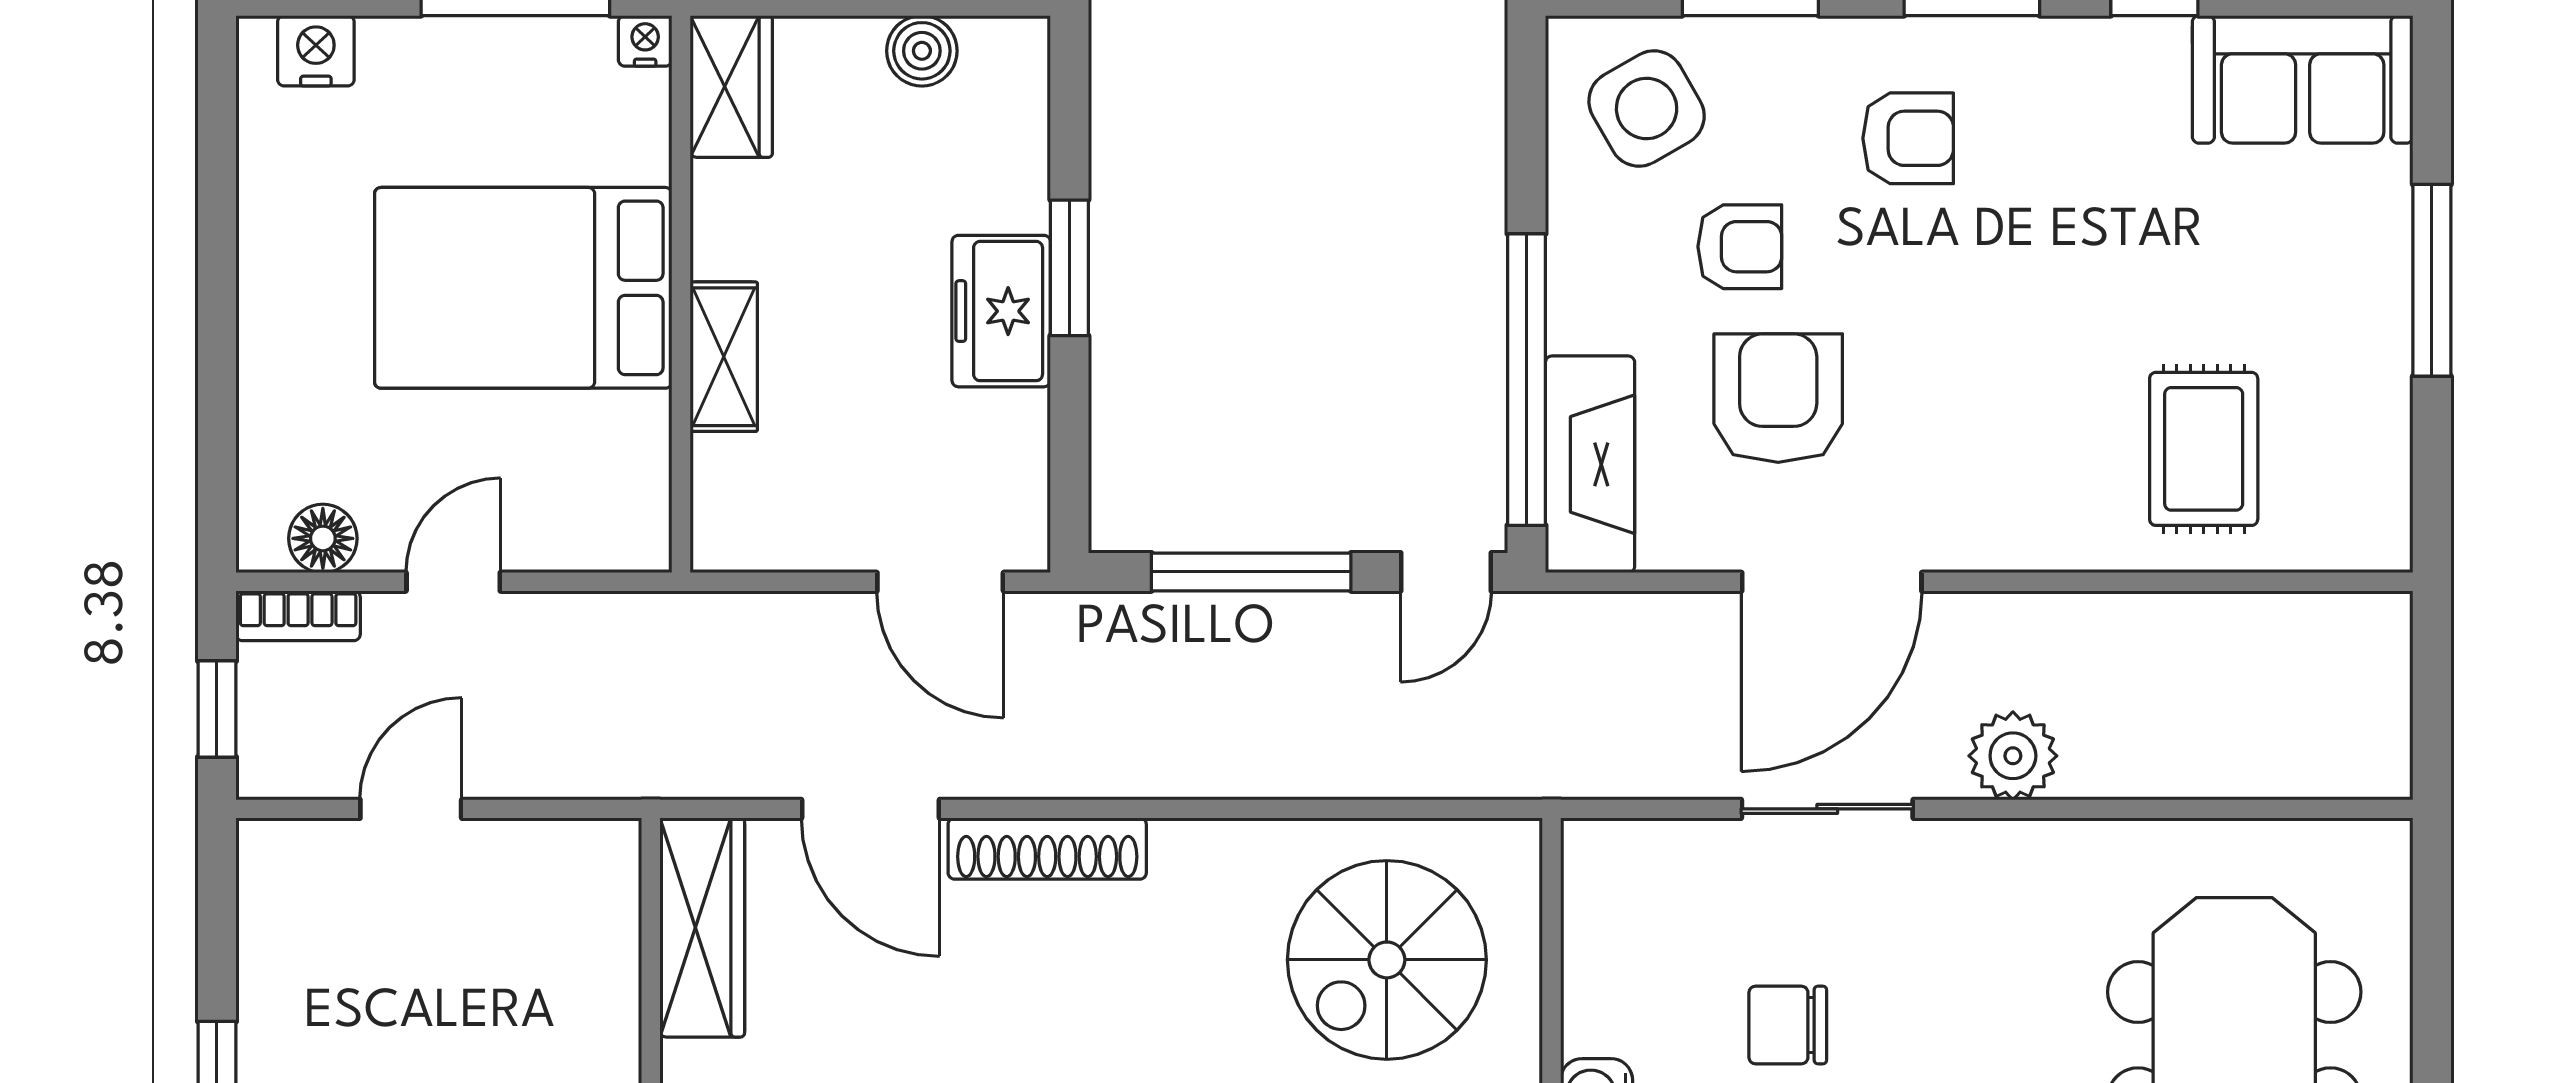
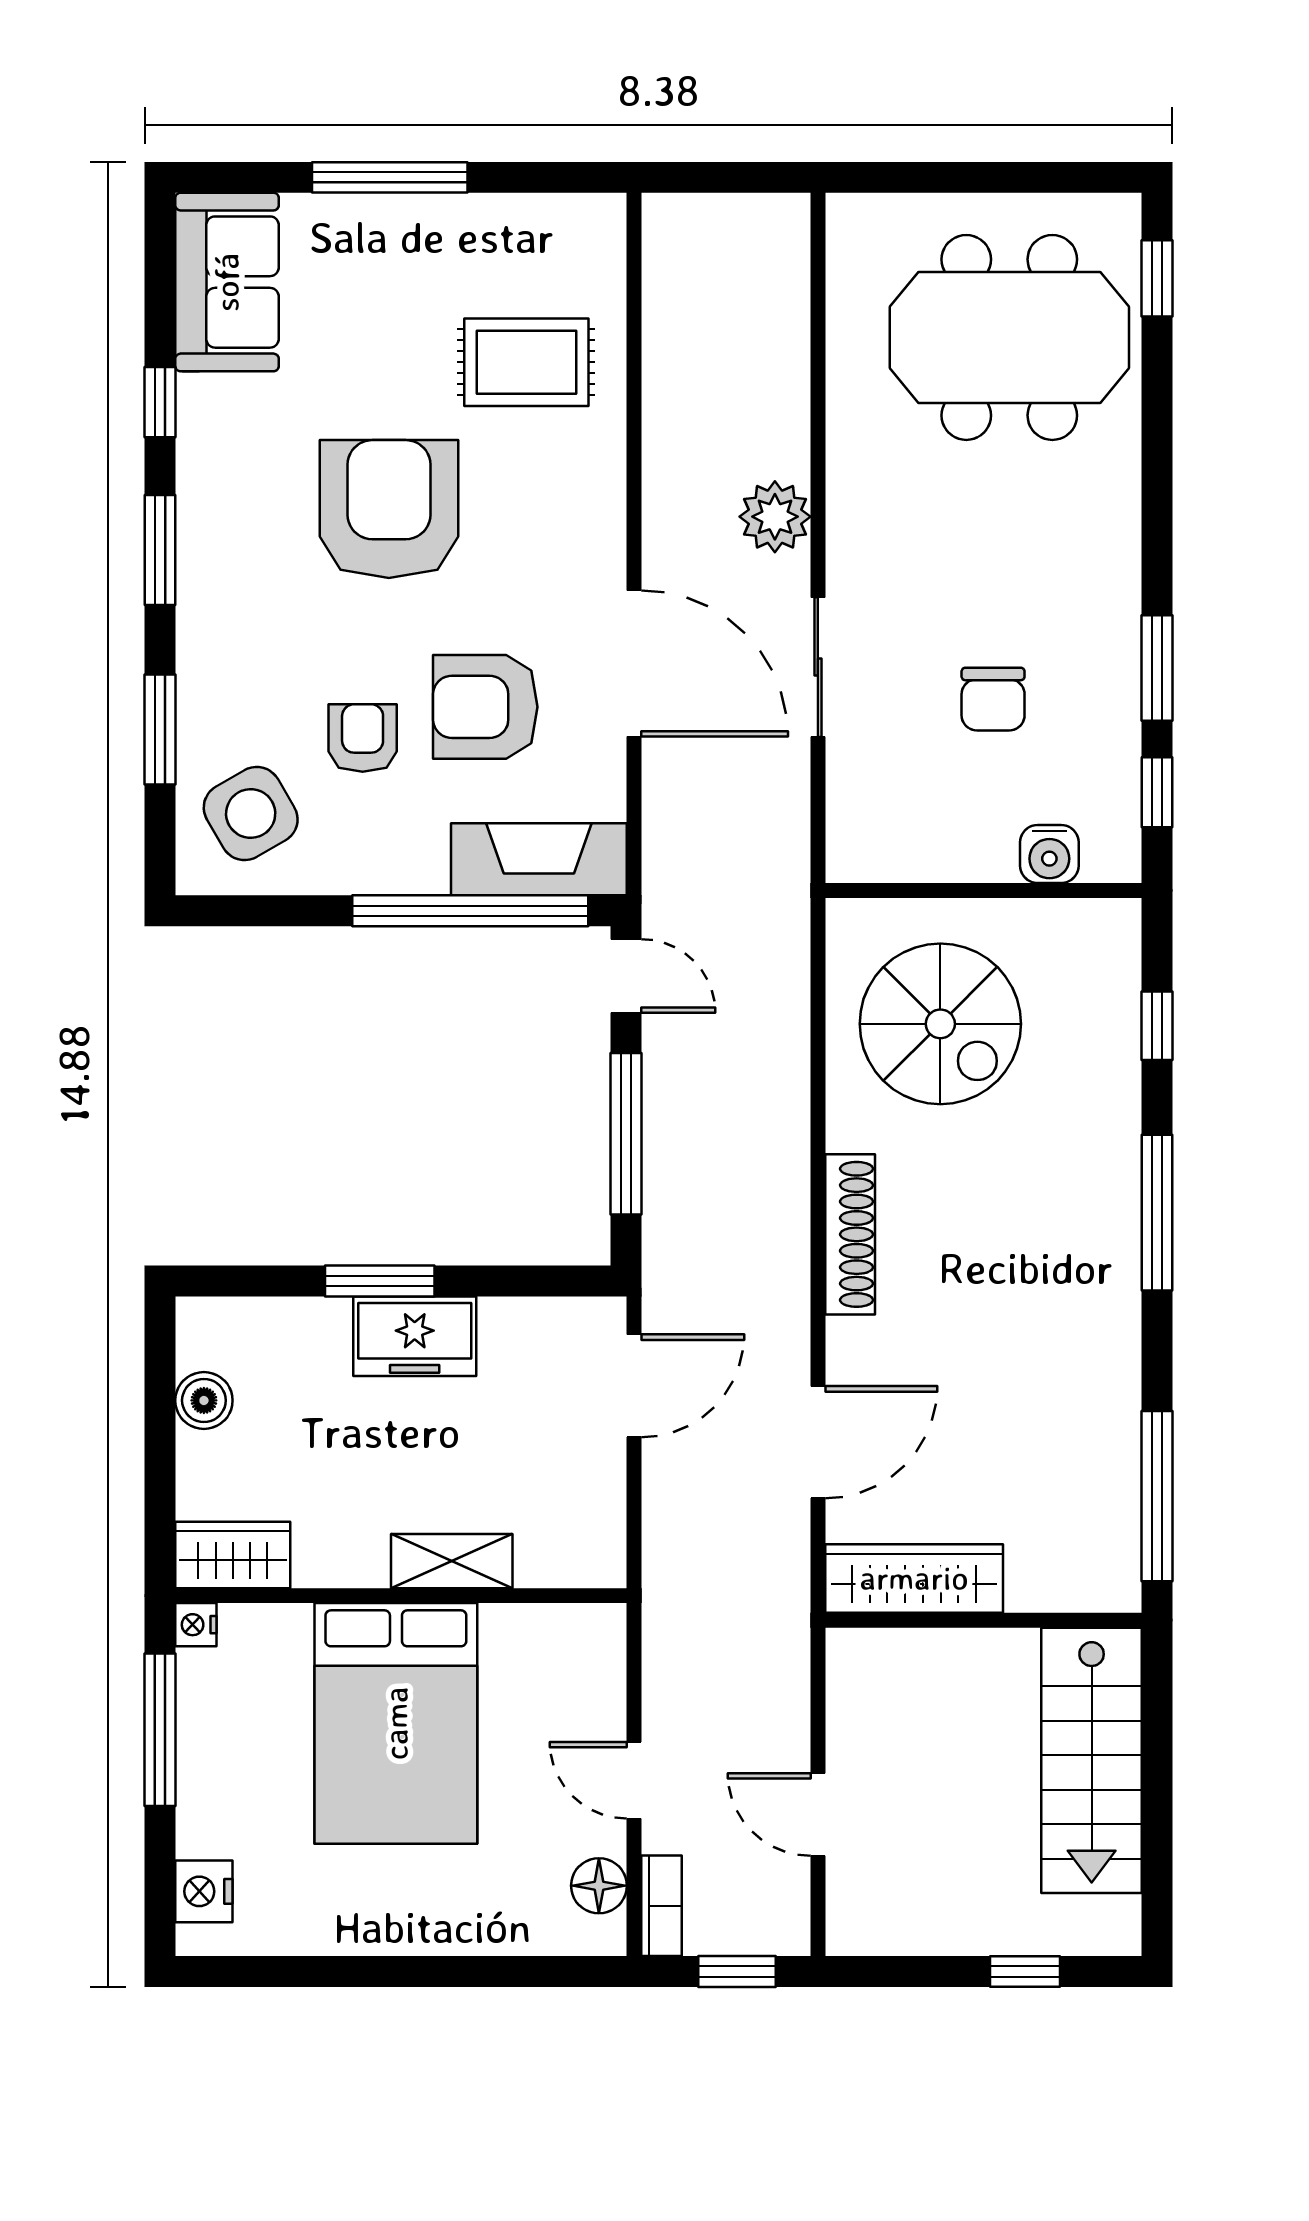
armchair: (1908, 138) -> (389, 509), moved, width x1.88, depth x1.88
shoe rack: (1047, 849) -> (850, 1234), moved

